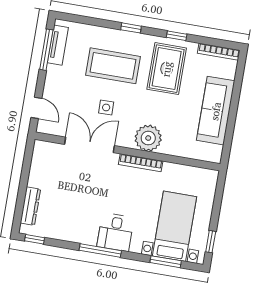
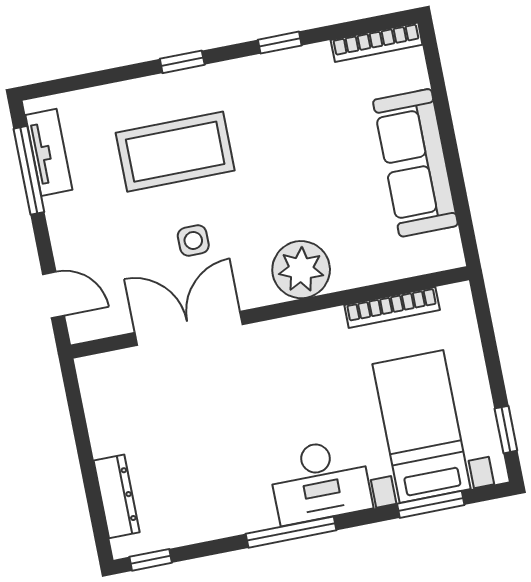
rug: (167, 69) -> (285, 116), removed
bookcase: (141, 163) -> (392, 308), moved
desk: (115, 232) -> (320, 481), width x1.37

